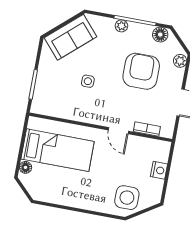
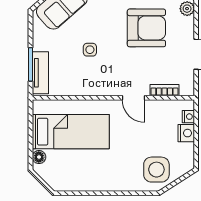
armchair: (141, 71) -> (146, 28), turned 90
tv unit: (40, 93) -> (40, 73), added
nightstand: (164, 156) -> (188, 117), added

